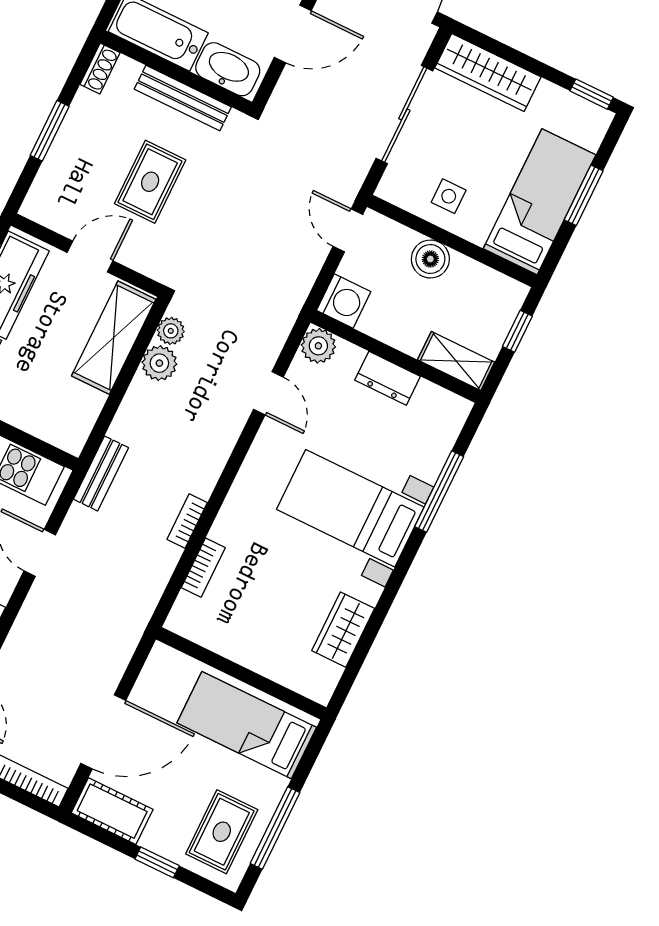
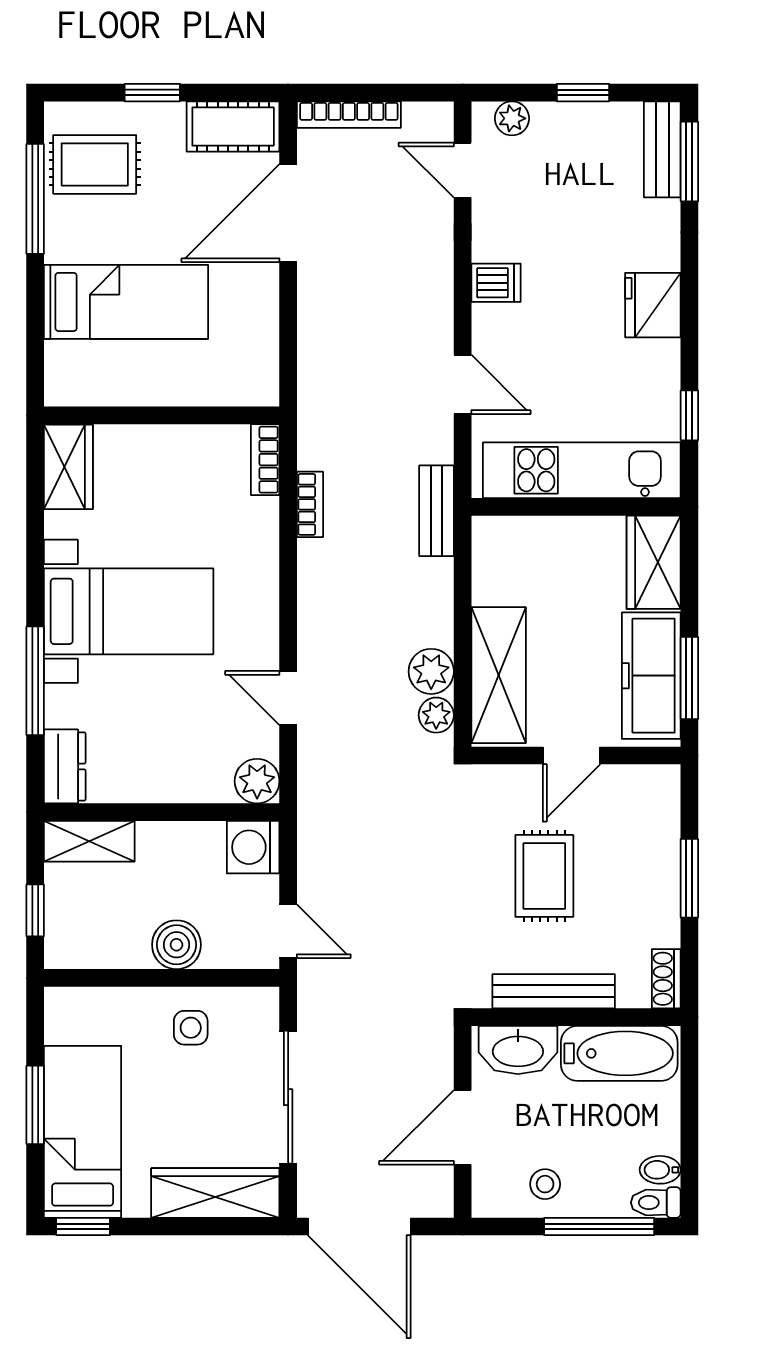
bed: (539, 202) -> (83, 1132), moved, turned 180
dresser: (388, 378) -> (65, 766), moved, turned 90
wall: (241, 673) -> (162, 415), moved
rug: (222, 832) -> (95, 164), turned 90

